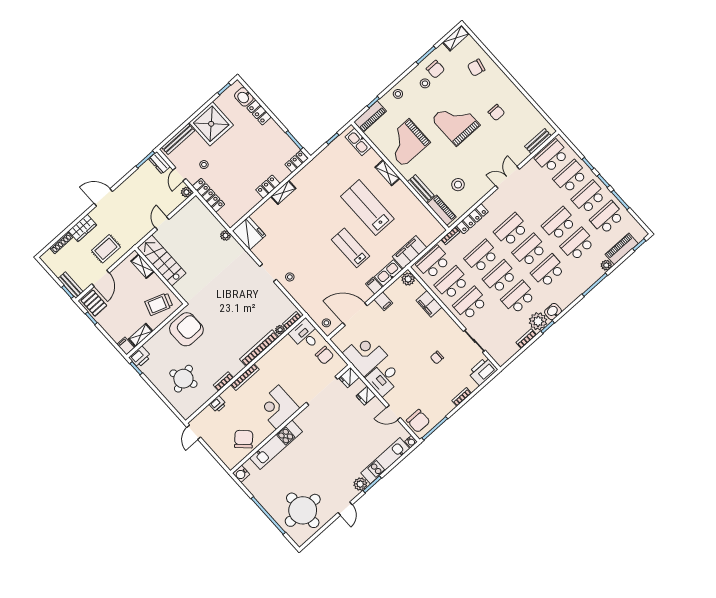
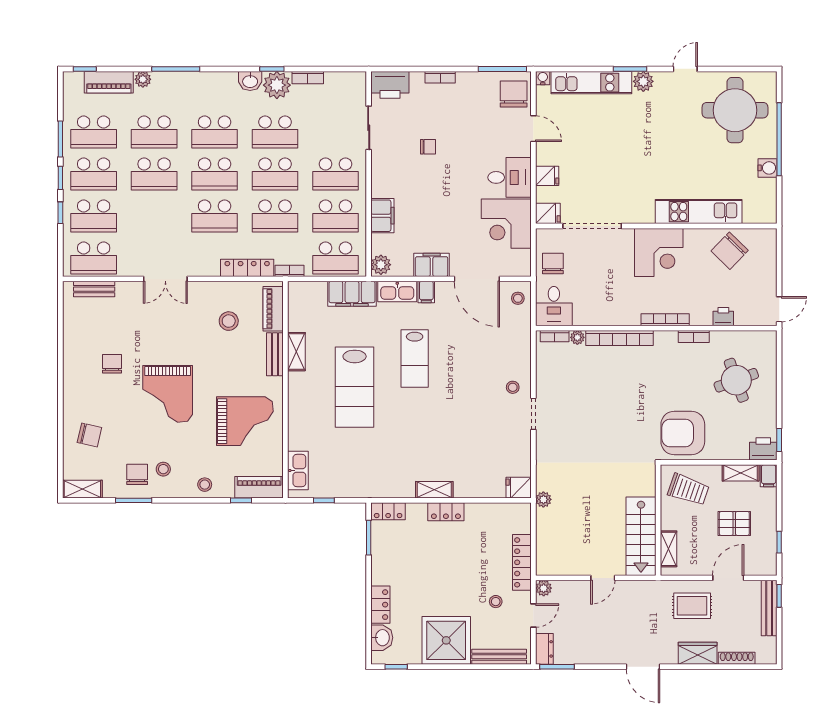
shelving: (387, 173) -> (296, 352), moved
fridge: (249, 233) -> (519, 488), width x0.53, depth x0.75
bench: (71, 285) -> (769, 608), width x1.36
filing cabinet: (383, 301) -> (432, 265), width x2.00
pallet: (94, 303) -> (734, 523), moved, turned 90
water cooler: (241, 474) -> (768, 168), moved

